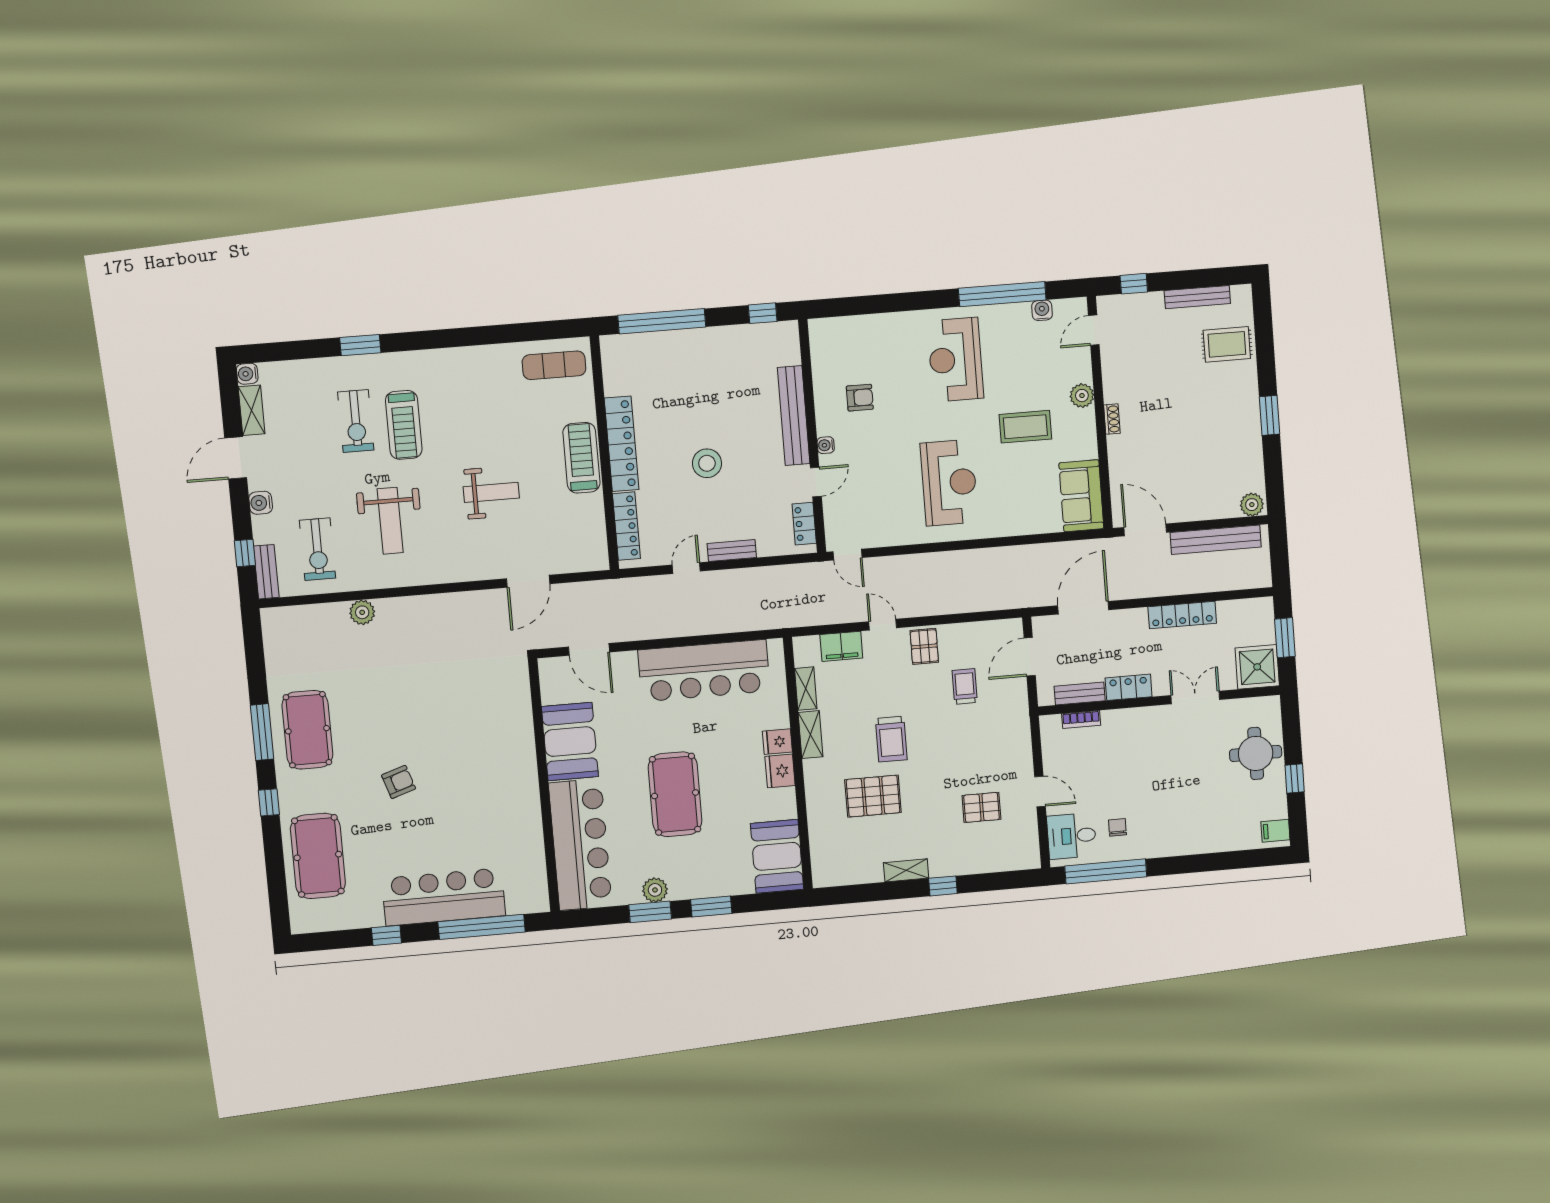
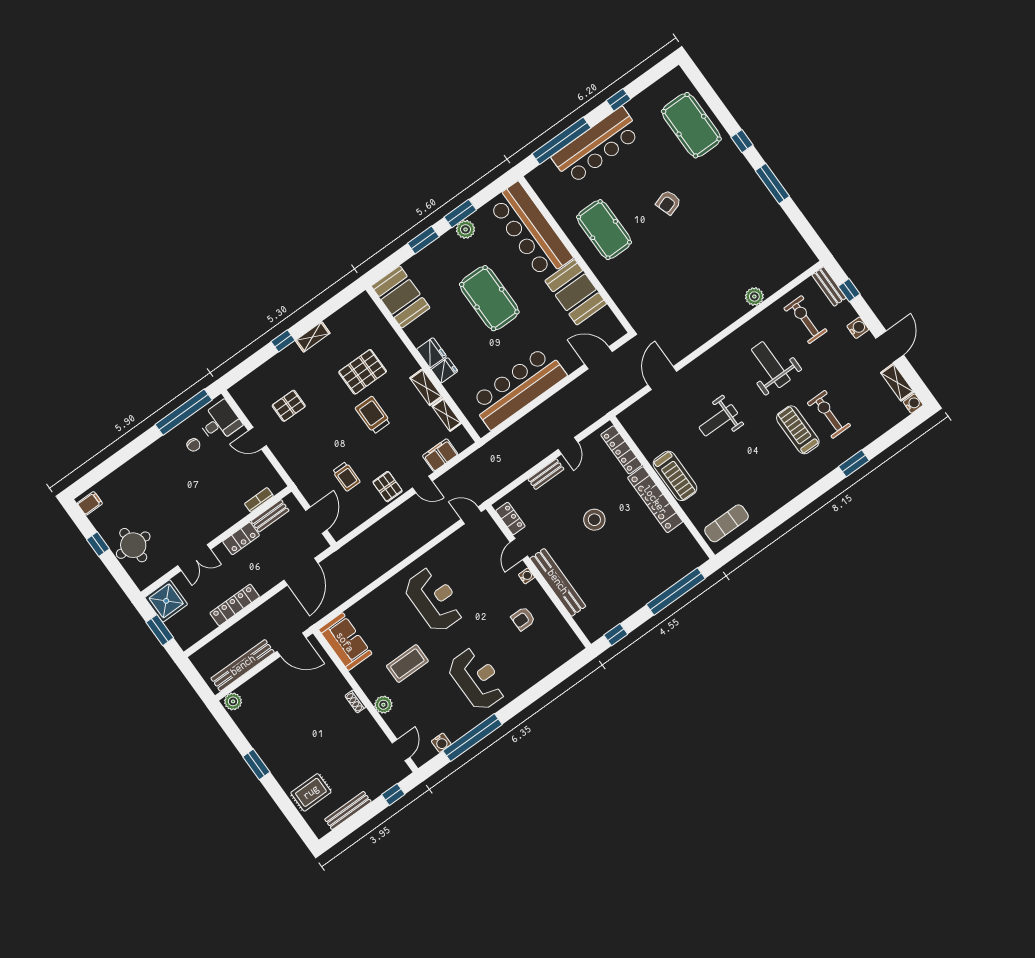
reception desk: (949, 483) -> (434, 599), turned 180
pool table: (307, 730) -> (604, 230), moved

